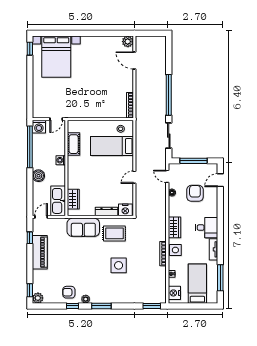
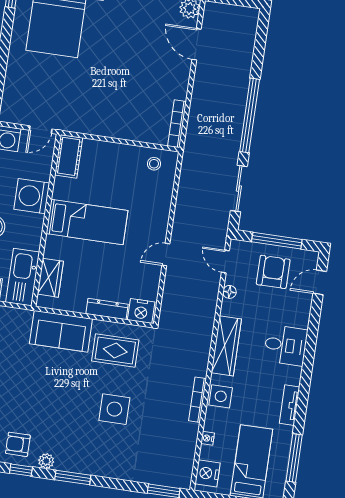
cot: (74, 144) -> (69, 156), moved
bed: (112, 146) -> (87, 222), moved, turned 180
washing machine: (61, 160) -> (32, 196), width x1.89, depth x1.89
armchair: (195, 193) -> (273, 272), moved
wardrobe: (174, 227) -> (226, 346), width x1.50
desk: (207, 228) -> (286, 345), moved

